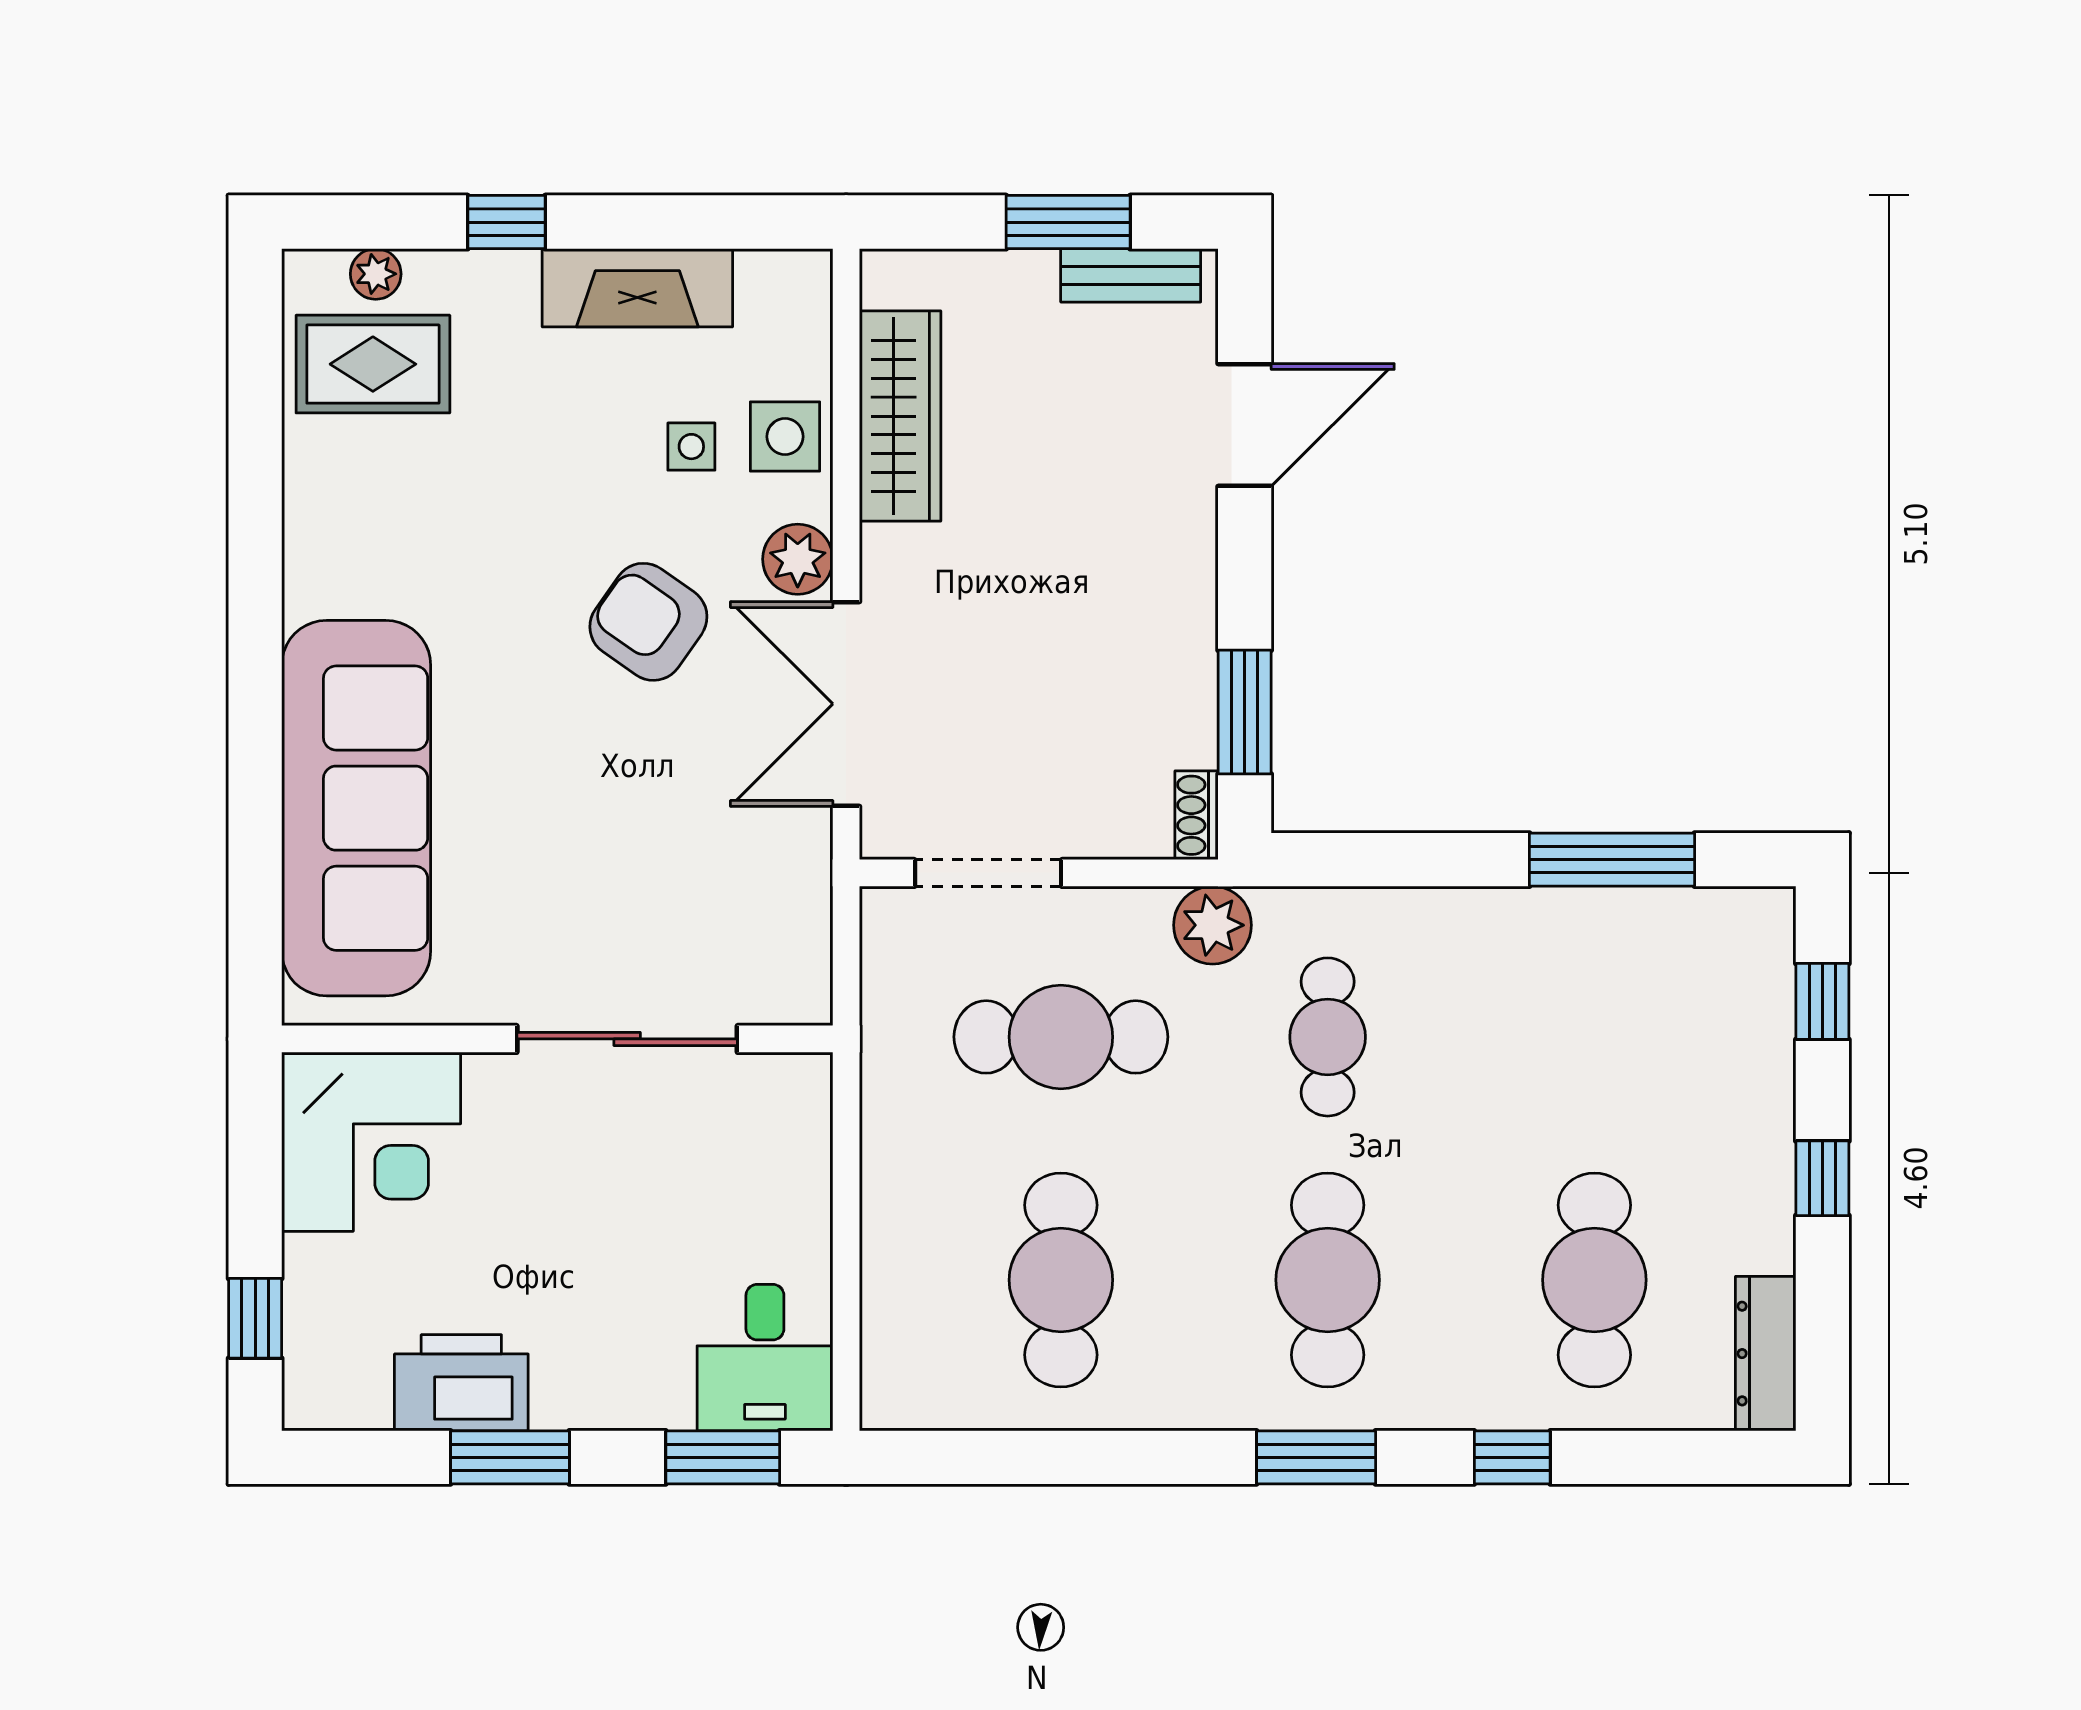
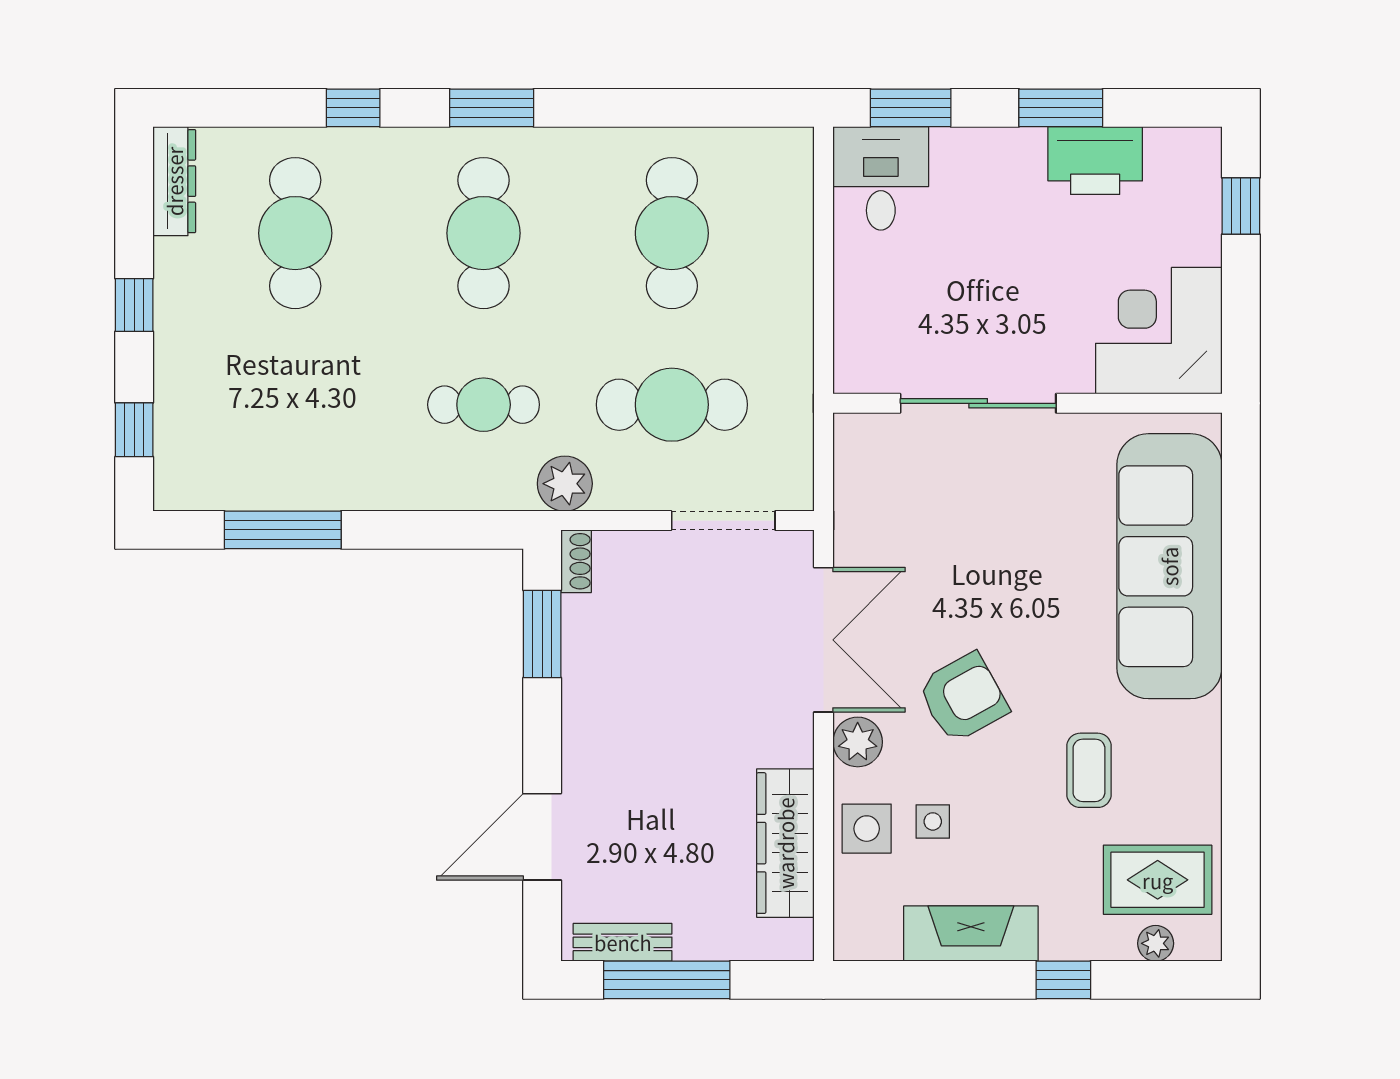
window: (1068, 222) -> (667, 980), width x1.44
coffee table: (470, 519) -> (1089, 770), added
armchair: (648, 622) -> (963, 698), turned -64
cafe table: (1328, 1037) -> (484, 405), turned 90

